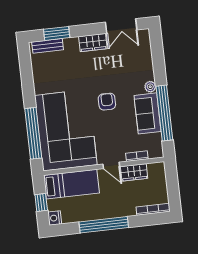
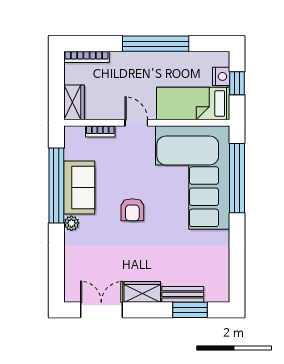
bench: (48, 46) -> (183, 294), moved
wardrobe: (134, 172) -> (74, 102), moved, turned 90
nightstand: (55, 218) -> (221, 76), moved

